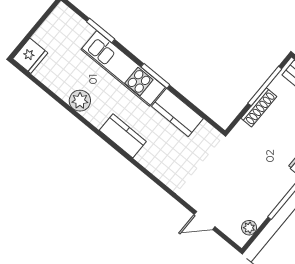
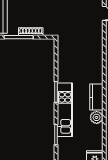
kitchen counter: (177, 112) -> (64, 68), removed
kitchen counter: (123, 136) -> (96, 97), moved

